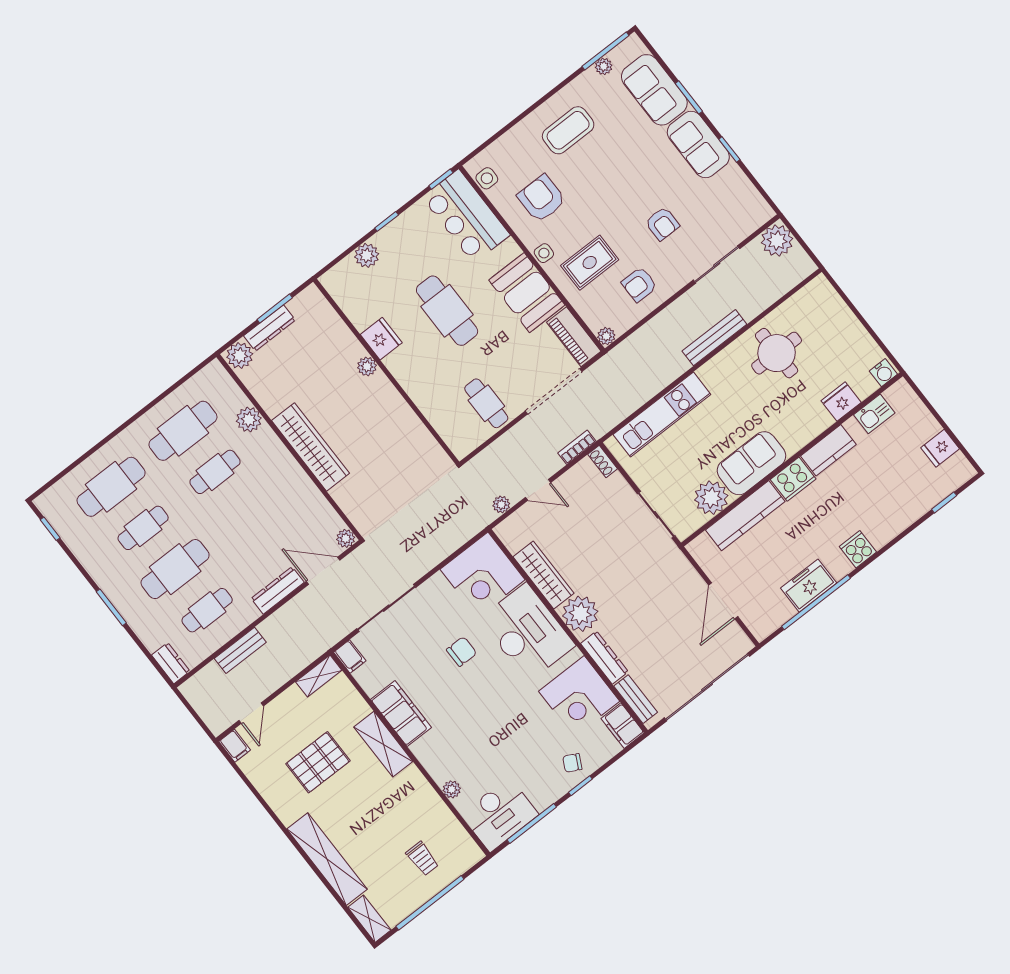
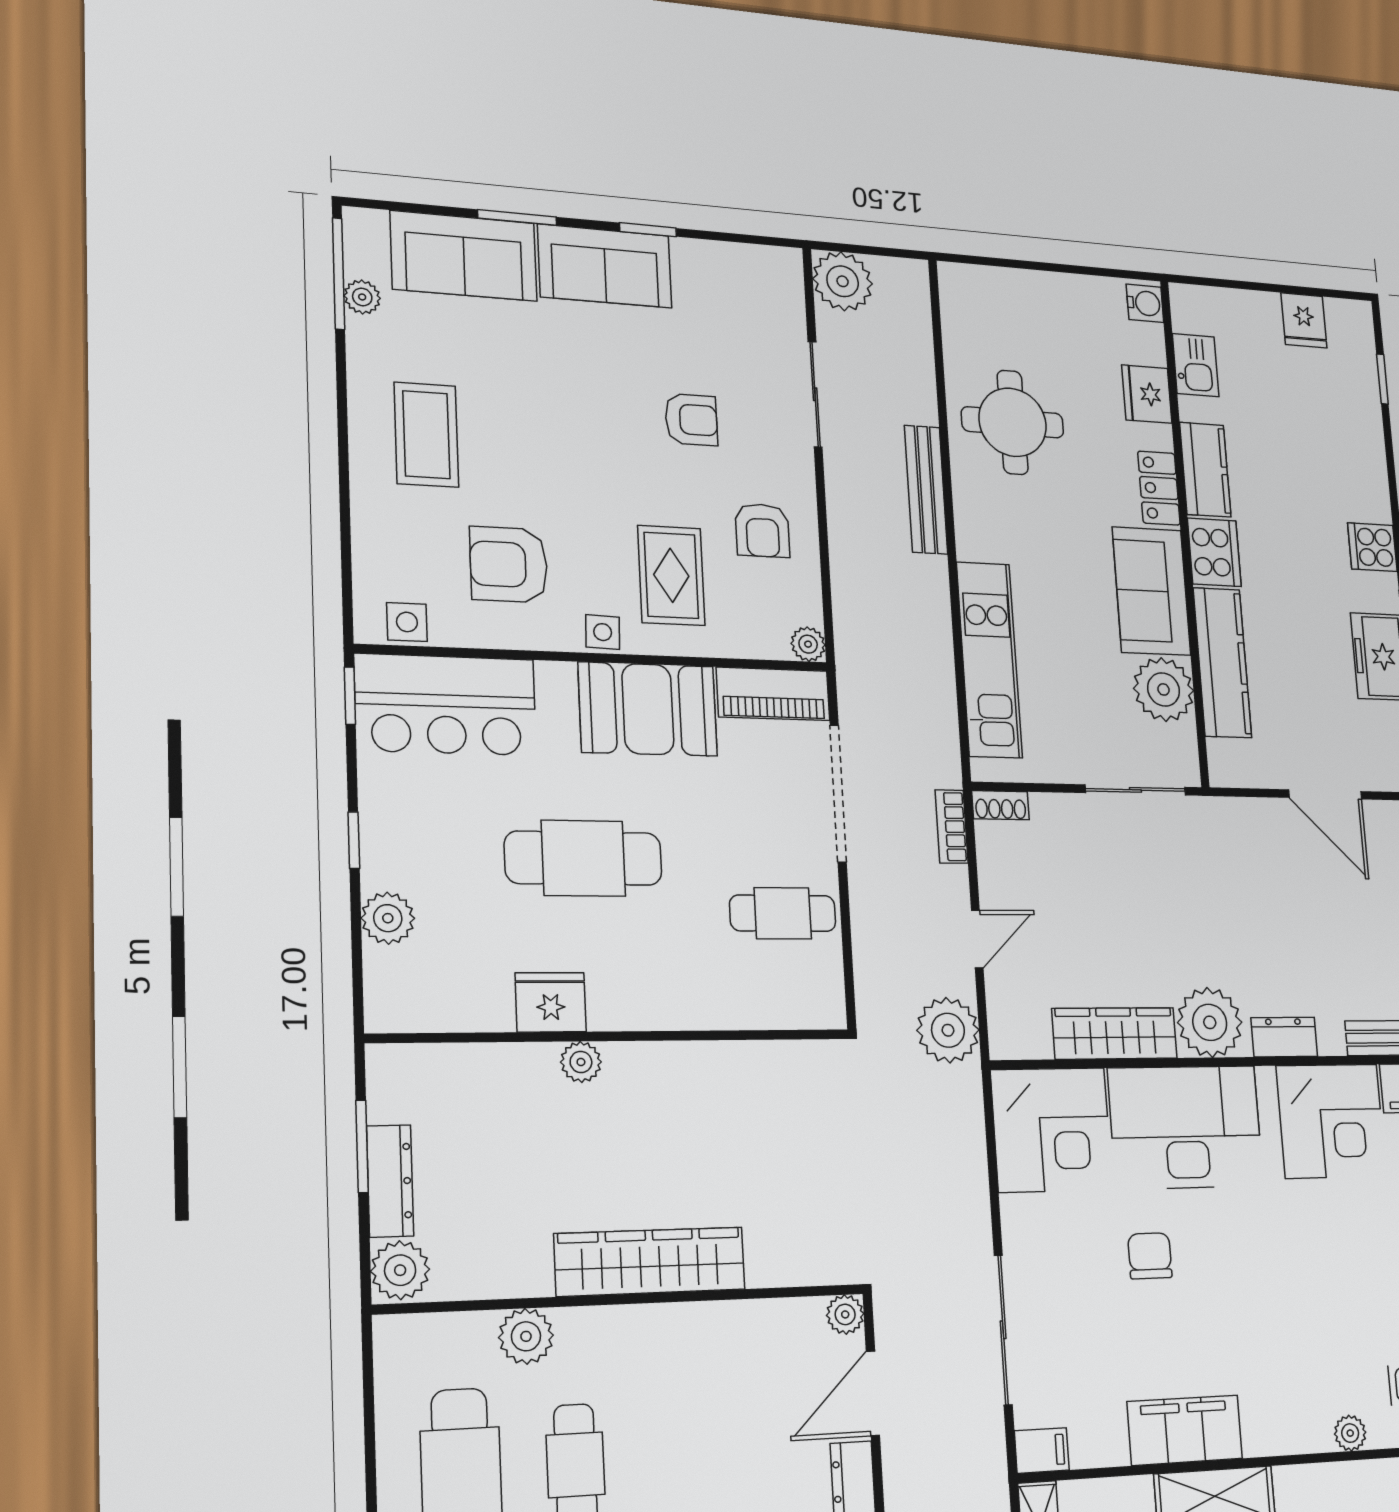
locker: (802, 435) -> (1159, 488), added
plant: (501, 505) -> (948, 1030), width x1.88, depth x1.88
dresser: (604, 658) -> (1284, 1037), width x0.70

